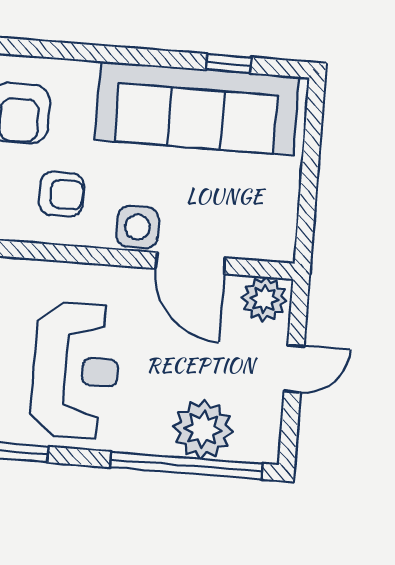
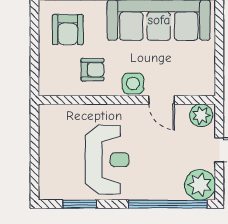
door: (190, 263) -> (162, 100), width x0.73
plant: (203, 429) -> (200, 185), moved

